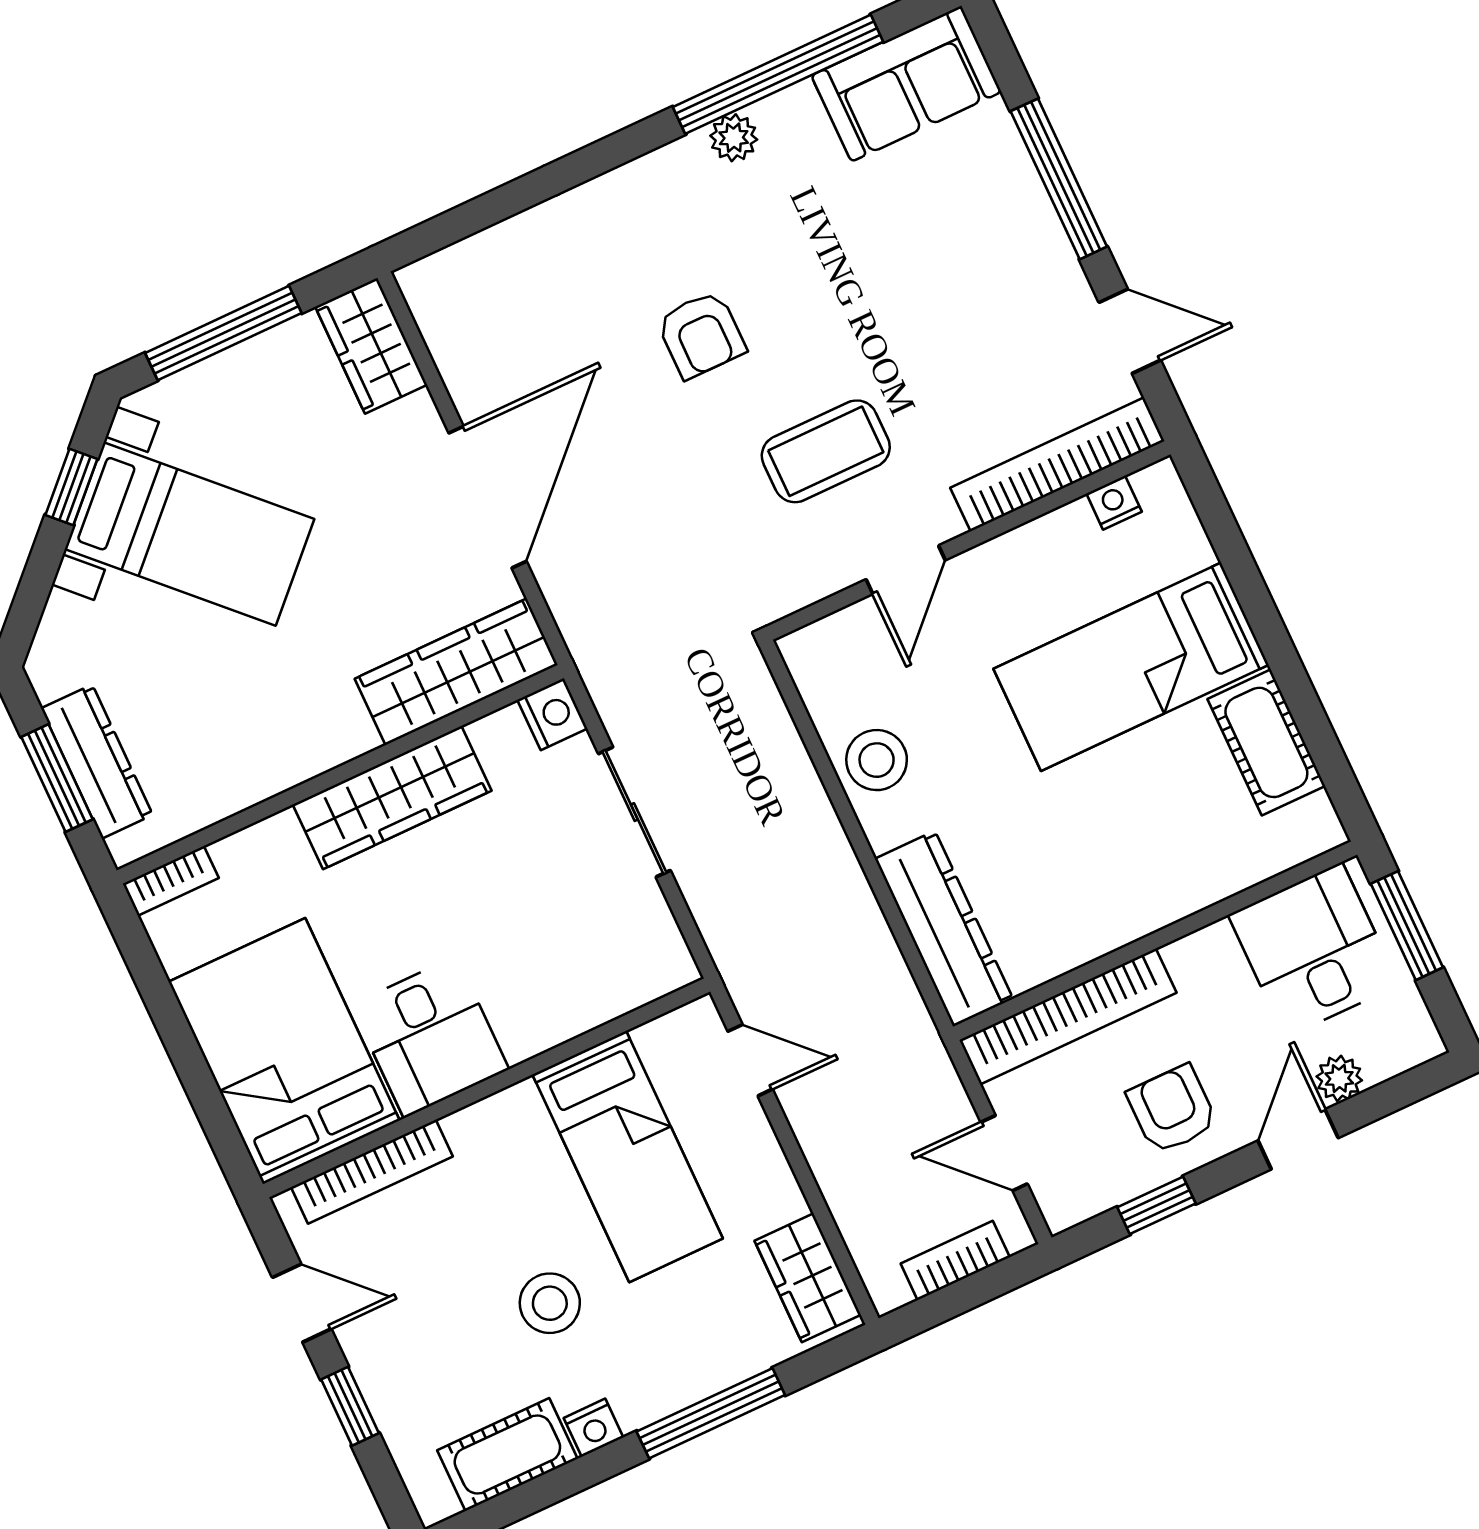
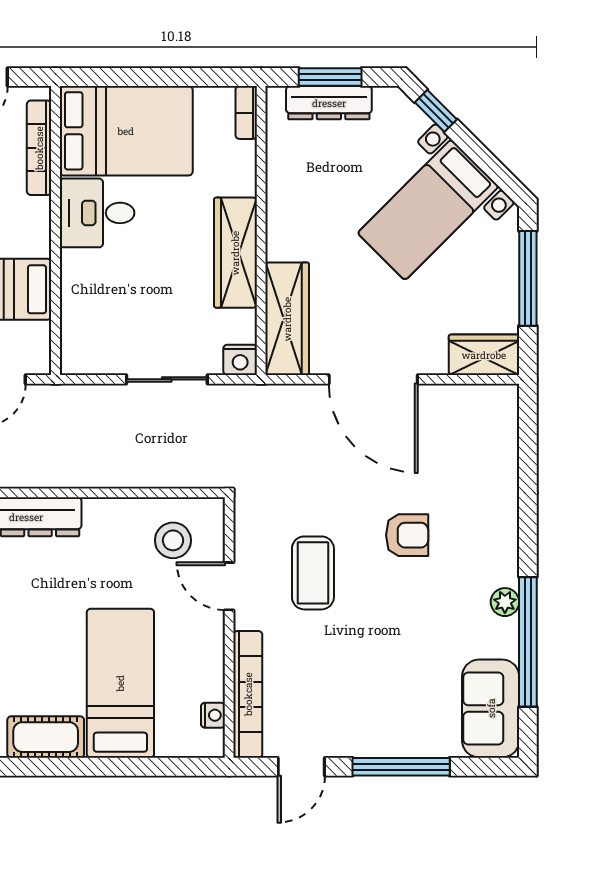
armchair: (701, 335) -> (407, 535), turned 180
window: (71, 487) -> (436, 111), moved
stool: (877, 760) -> (173, 540), moved

